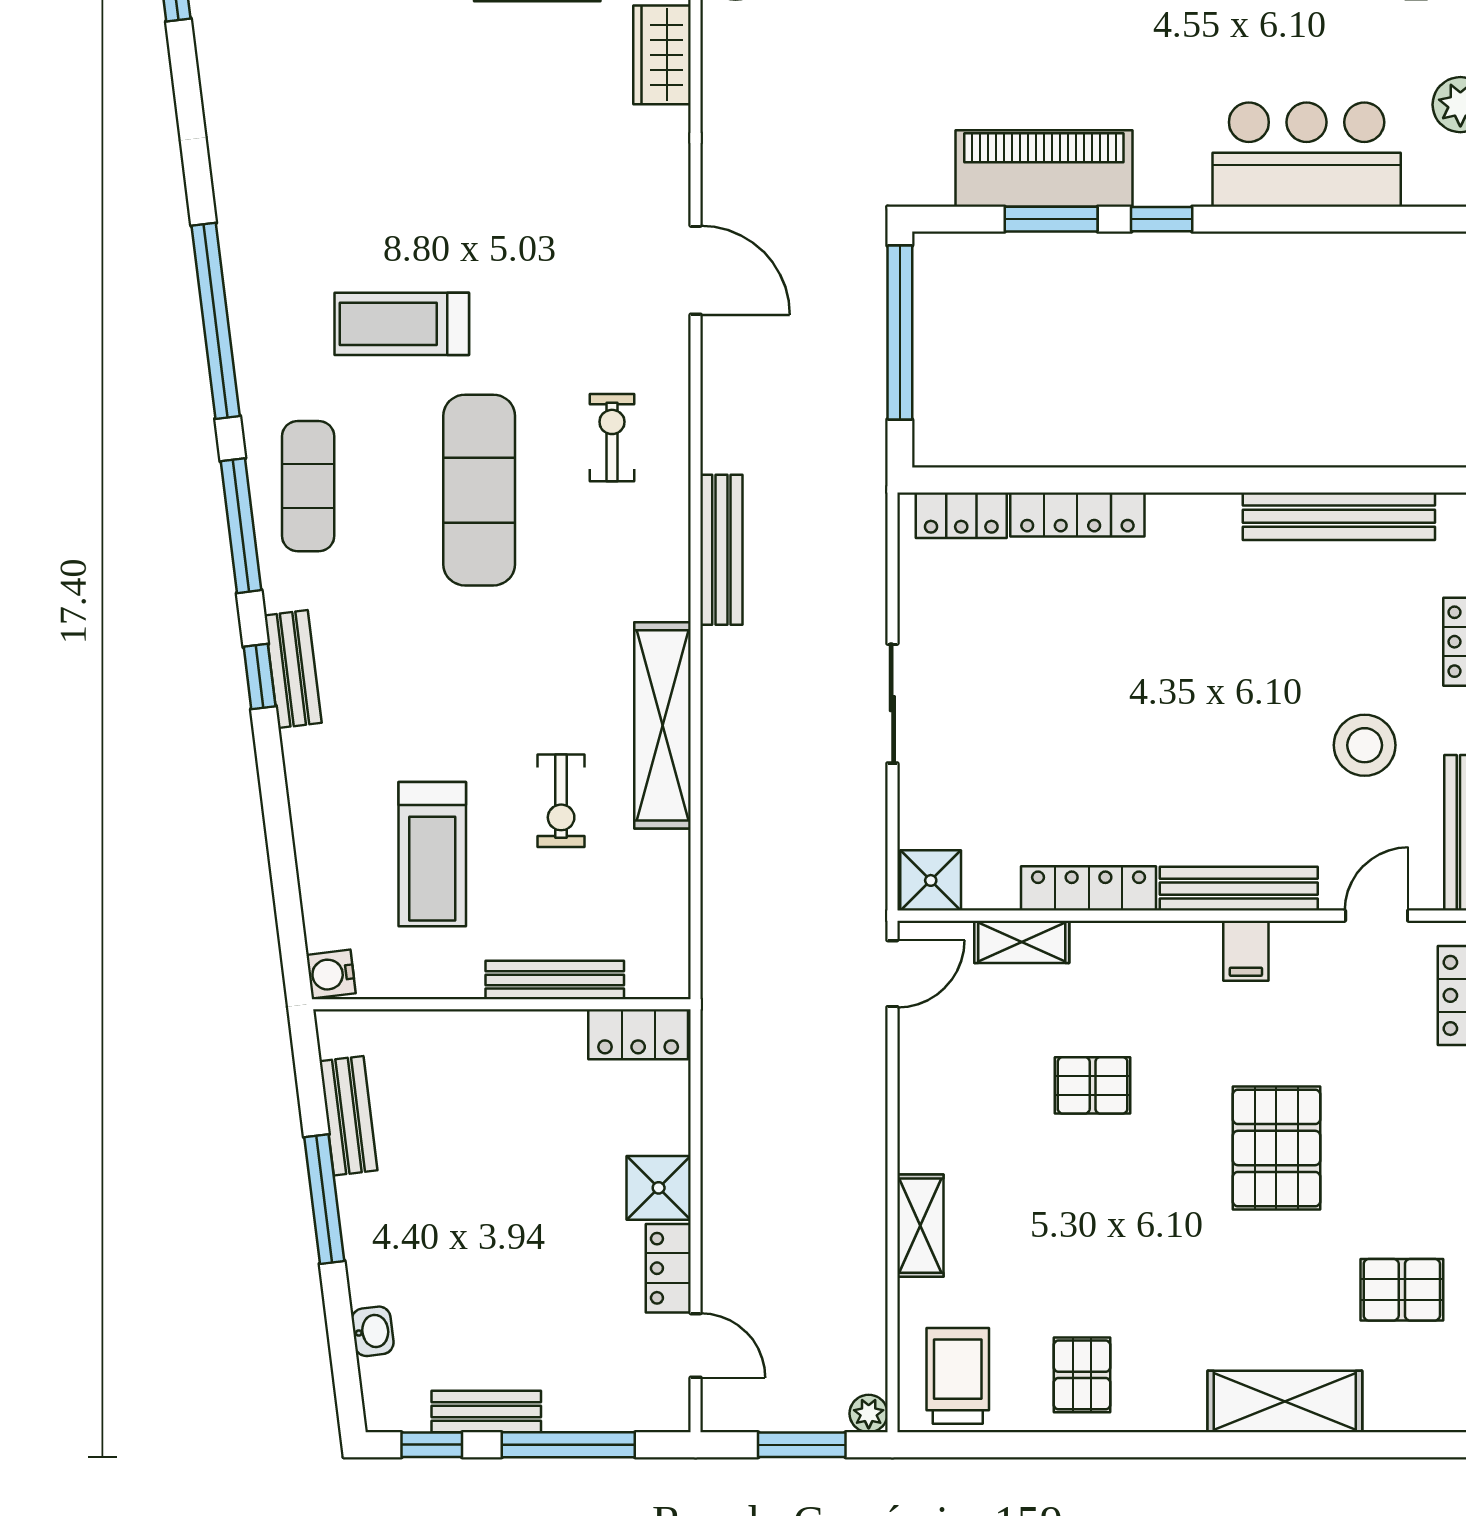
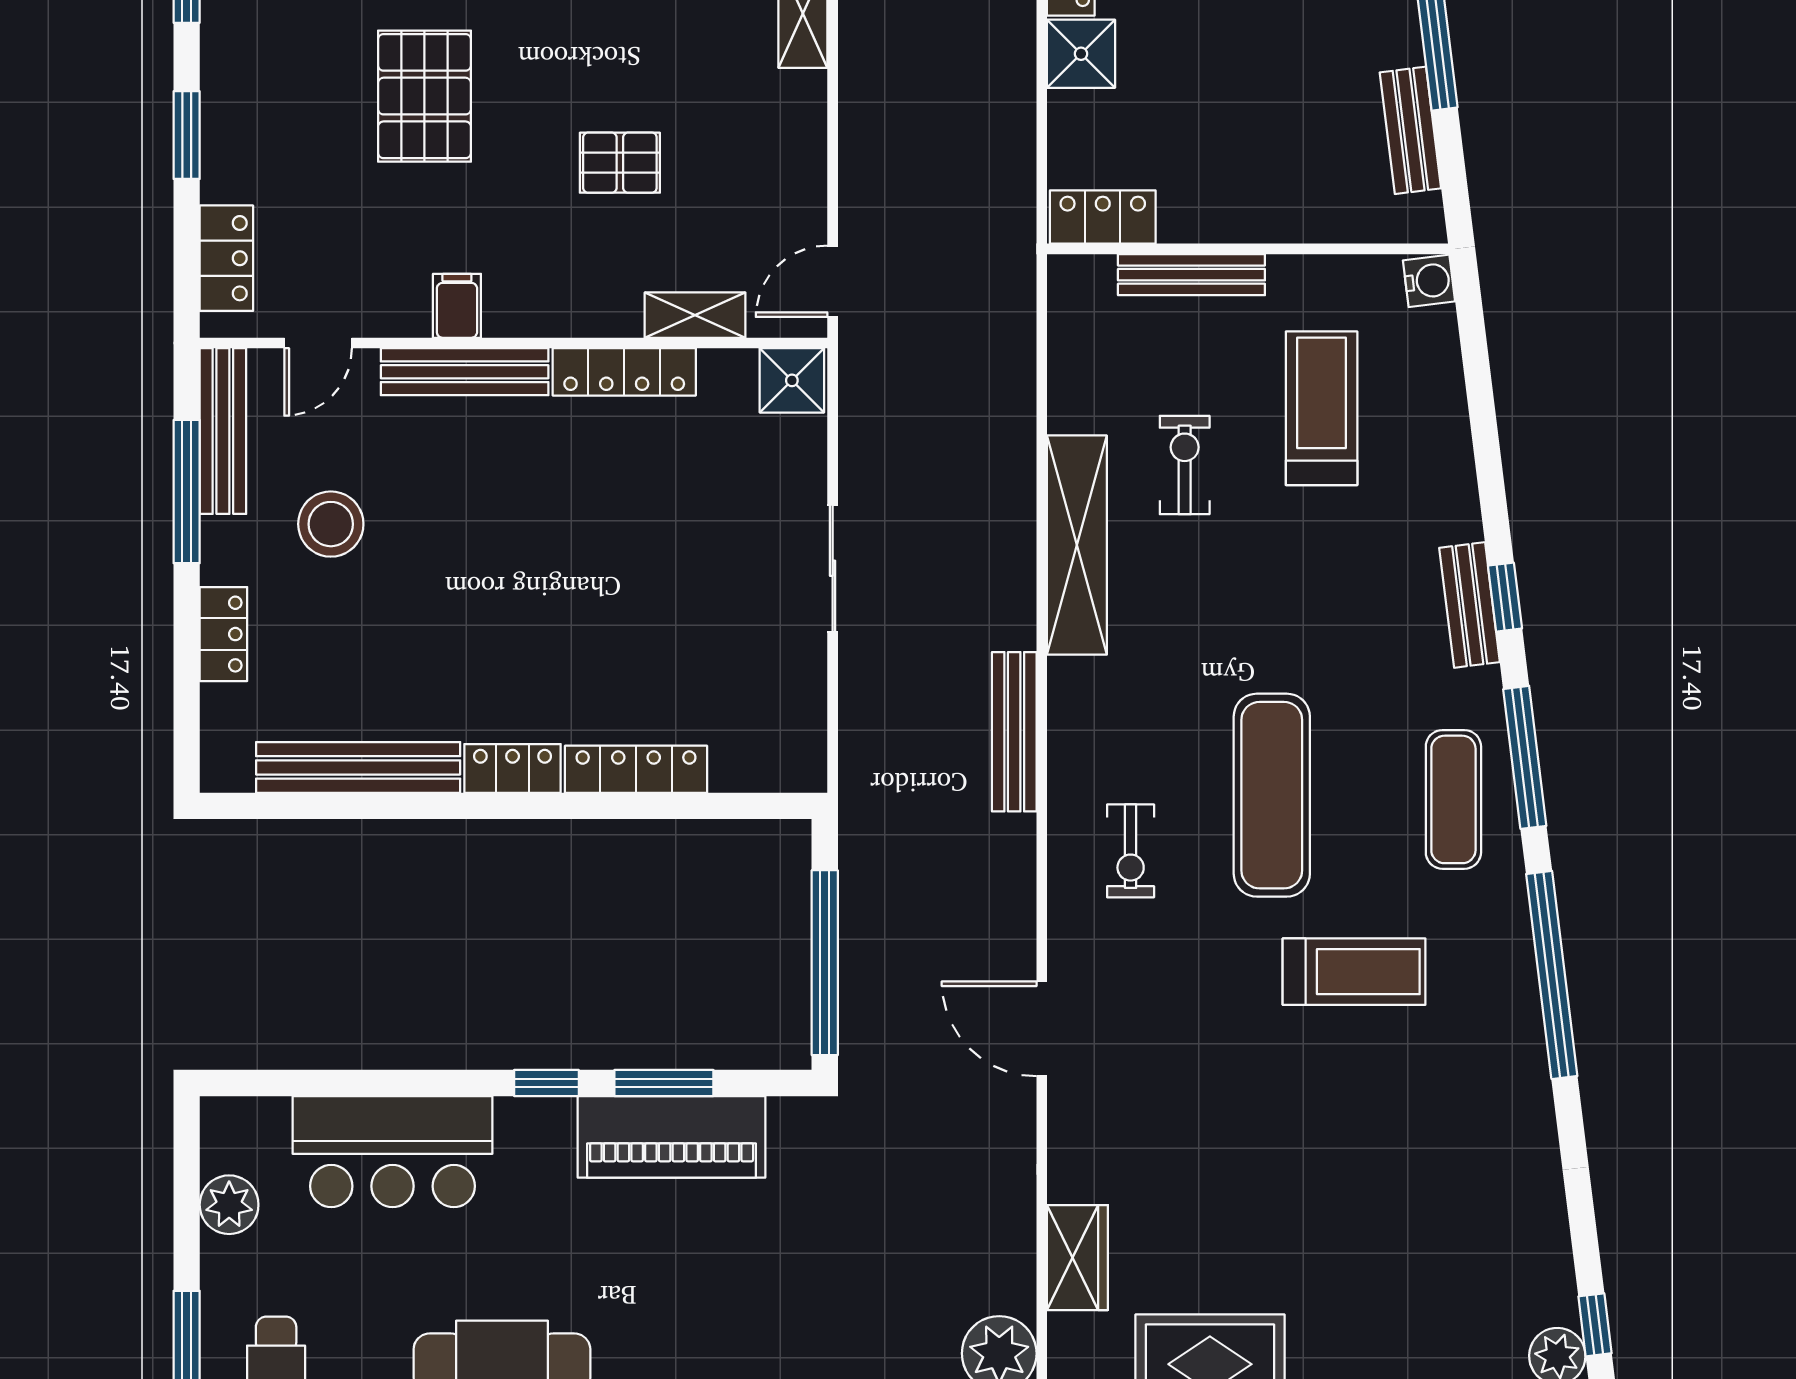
locker: (961, 515) -> (513, 768), moved

